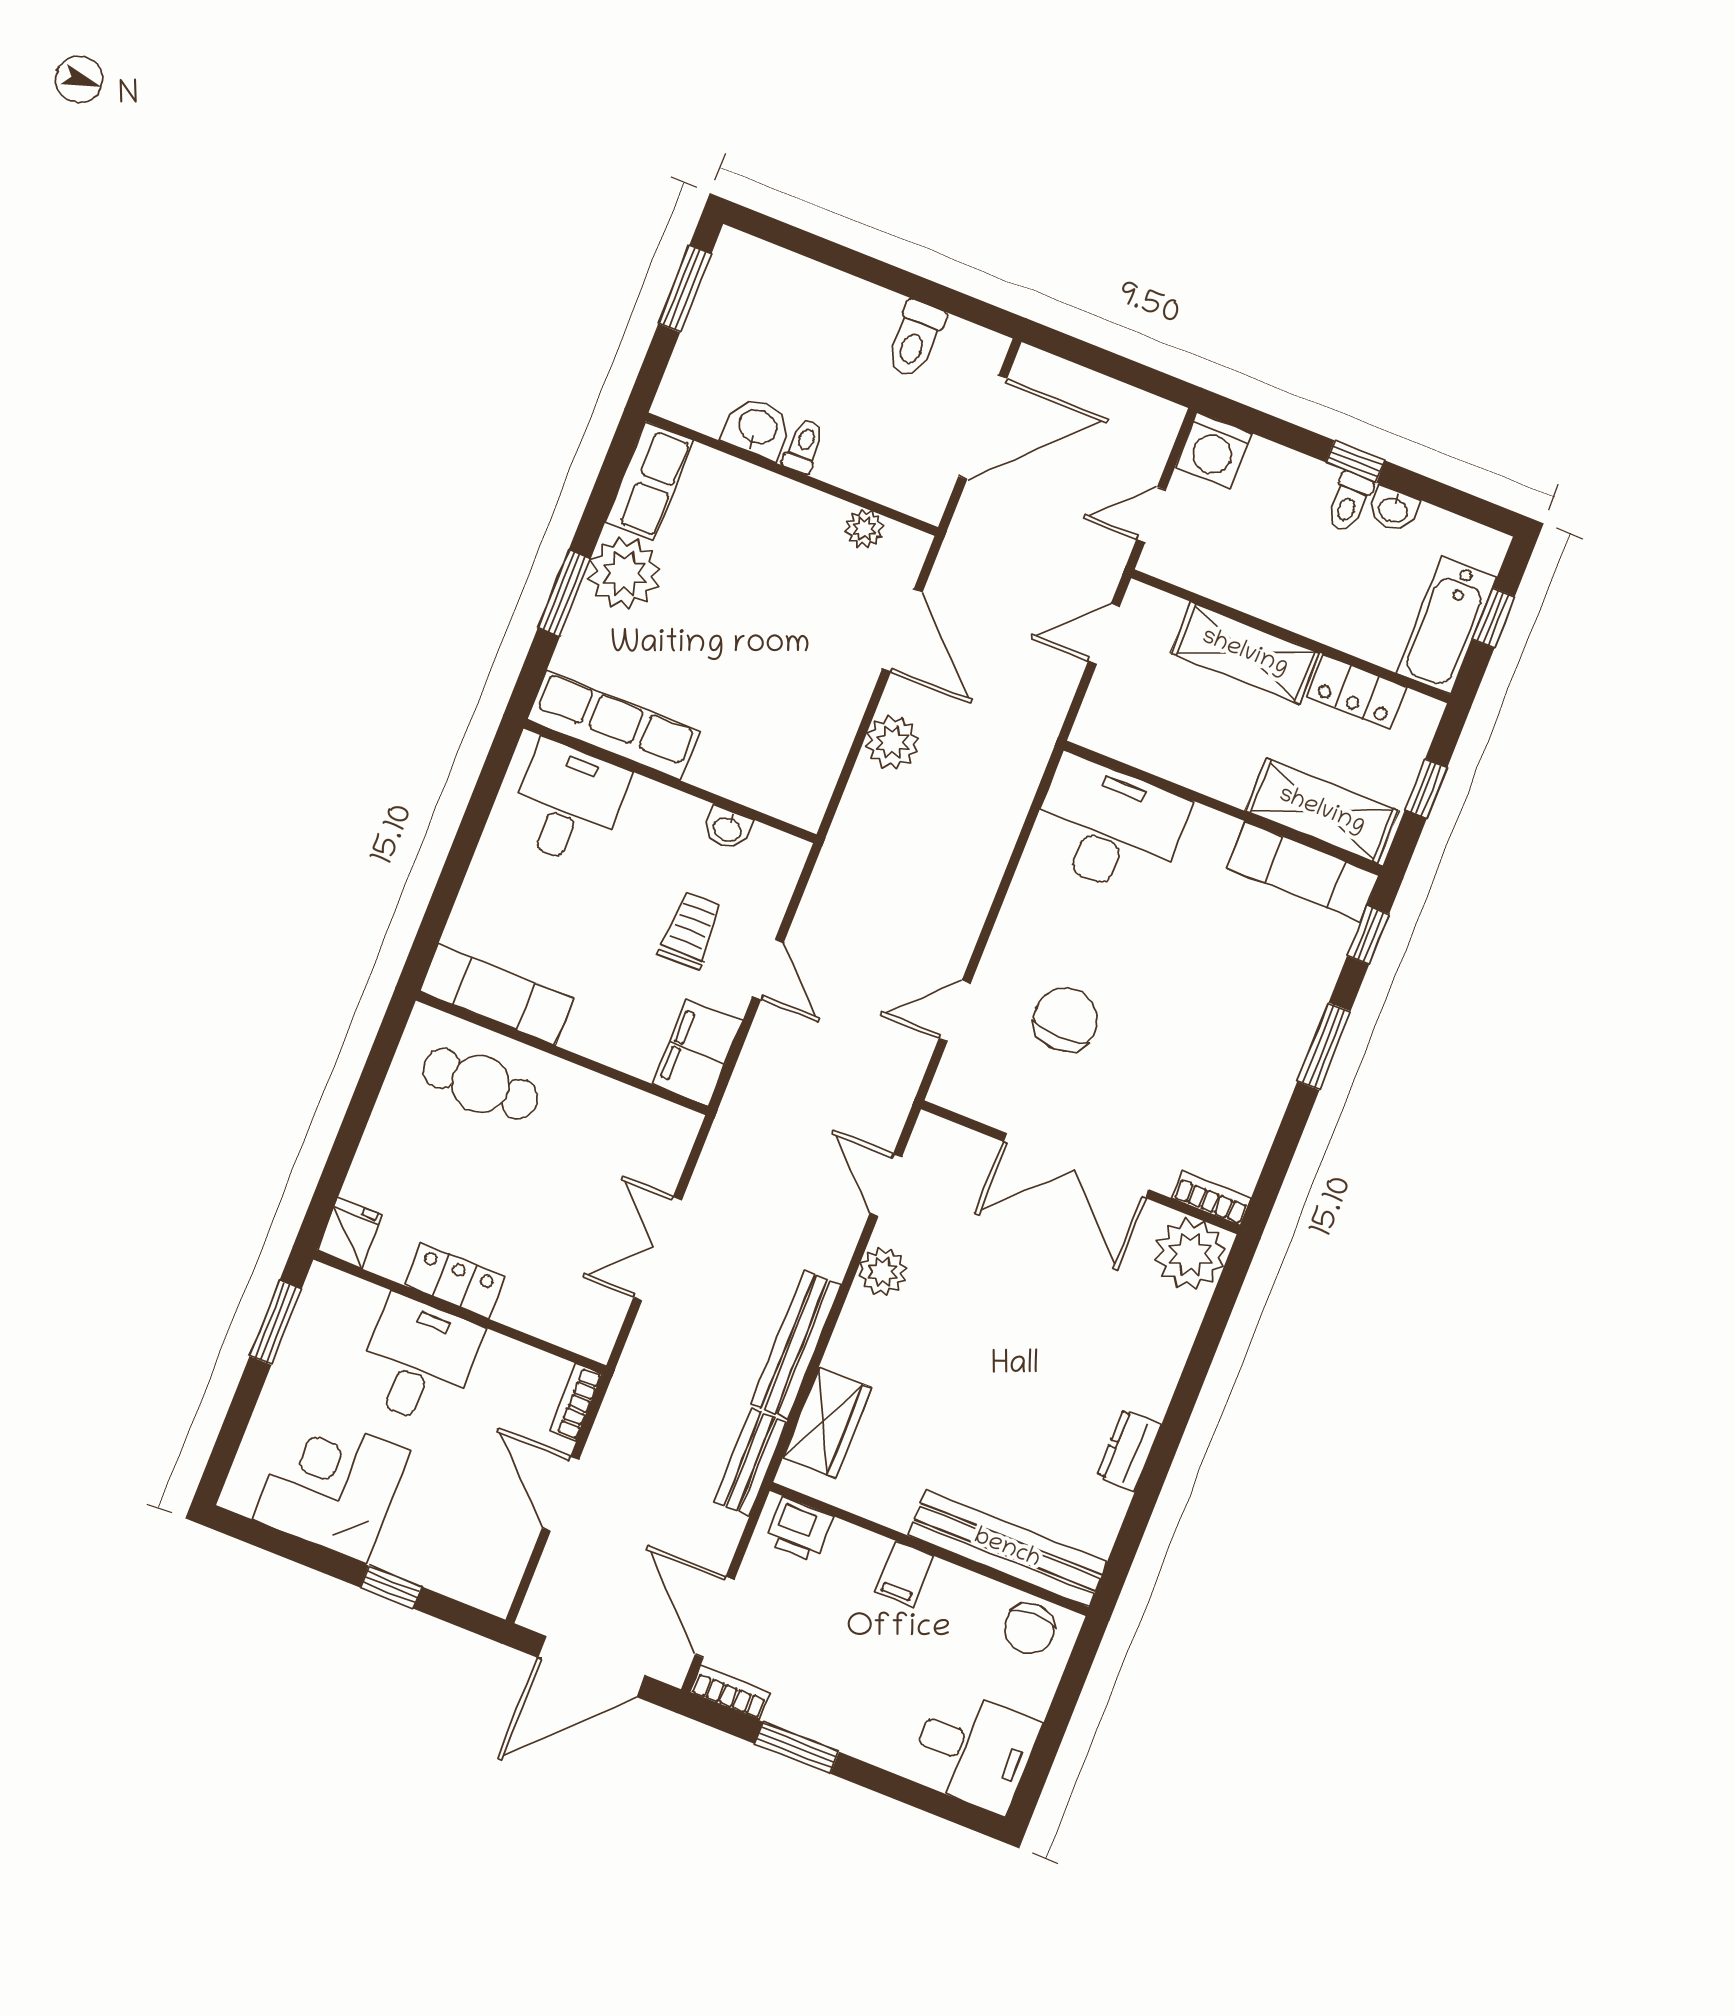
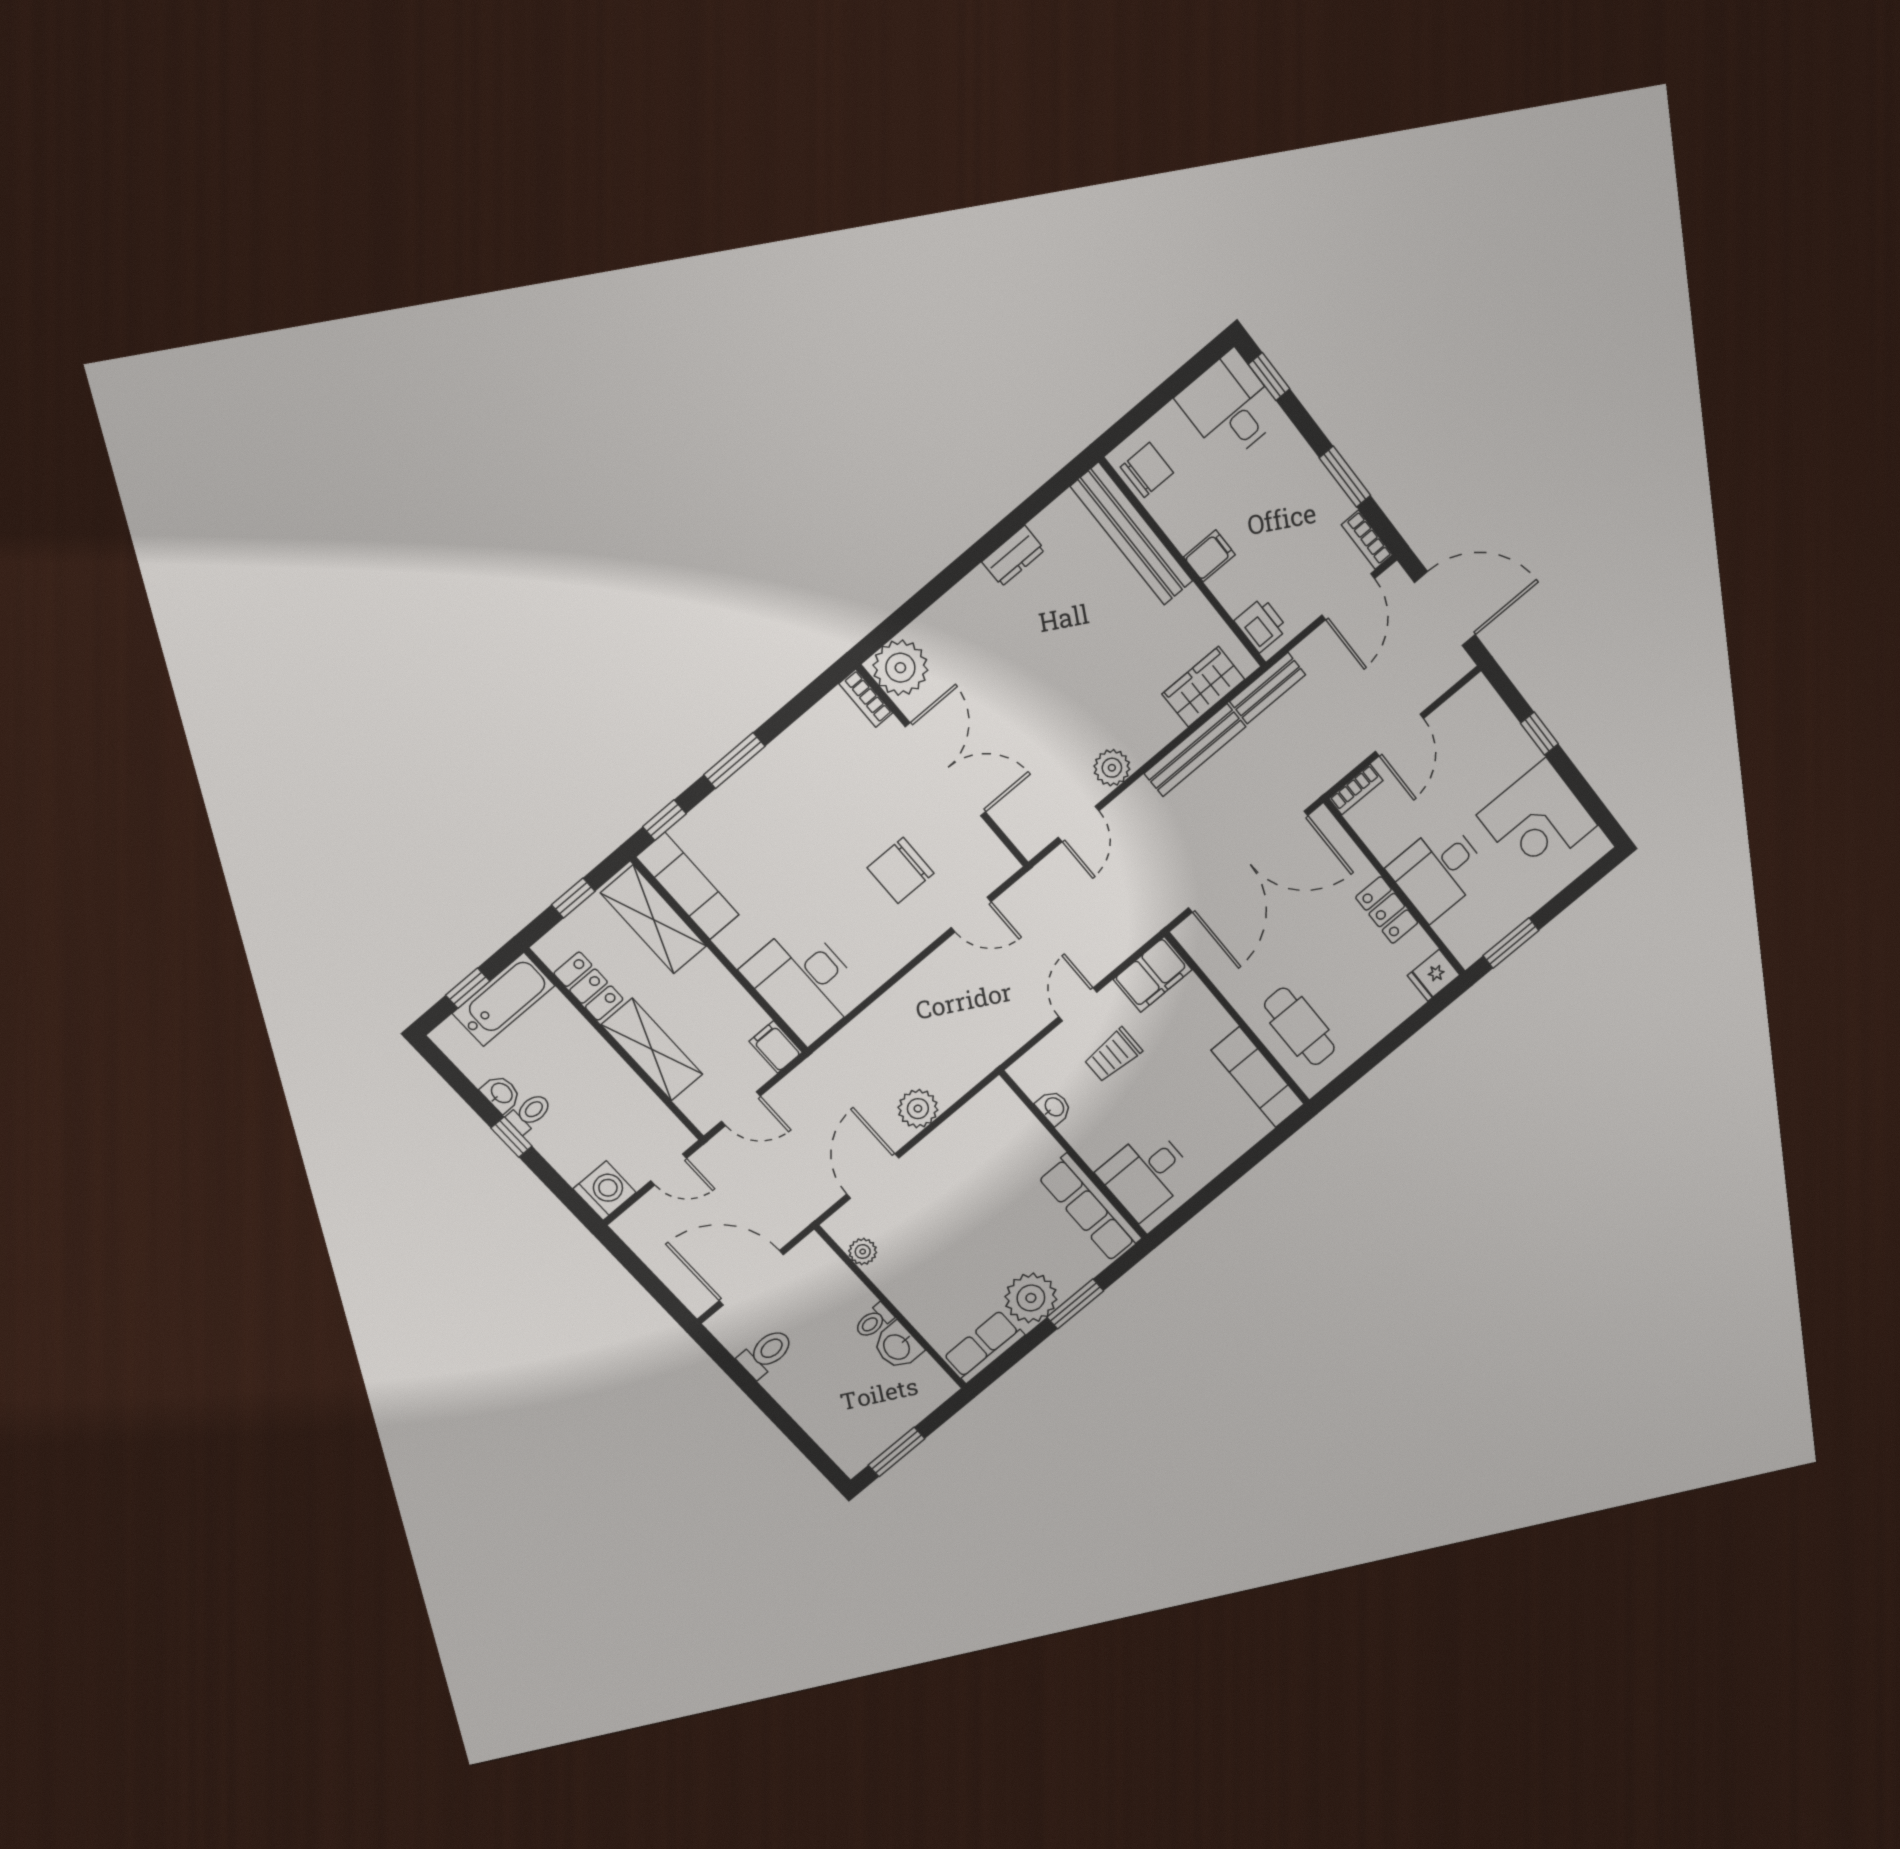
filing cabinet: (1102, 731) -> (776, 1047), added
double door: (658, 1248) -> (1248, 862), width x1.87
window: (947, 1807) -> (1269, 377), added

